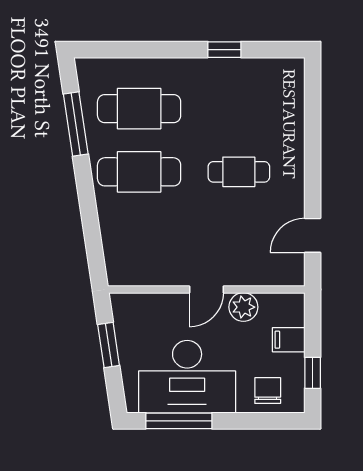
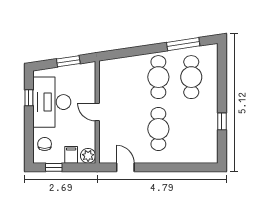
cafe table: (239, 172) -> (158, 129), width x1.37, depth x1.35
plant: (243, 307) -> (88, 156), moved
chair: (268, 391) -> (45, 144), turned -90
window: (179, 421) -> (29, 98), width x0.46

